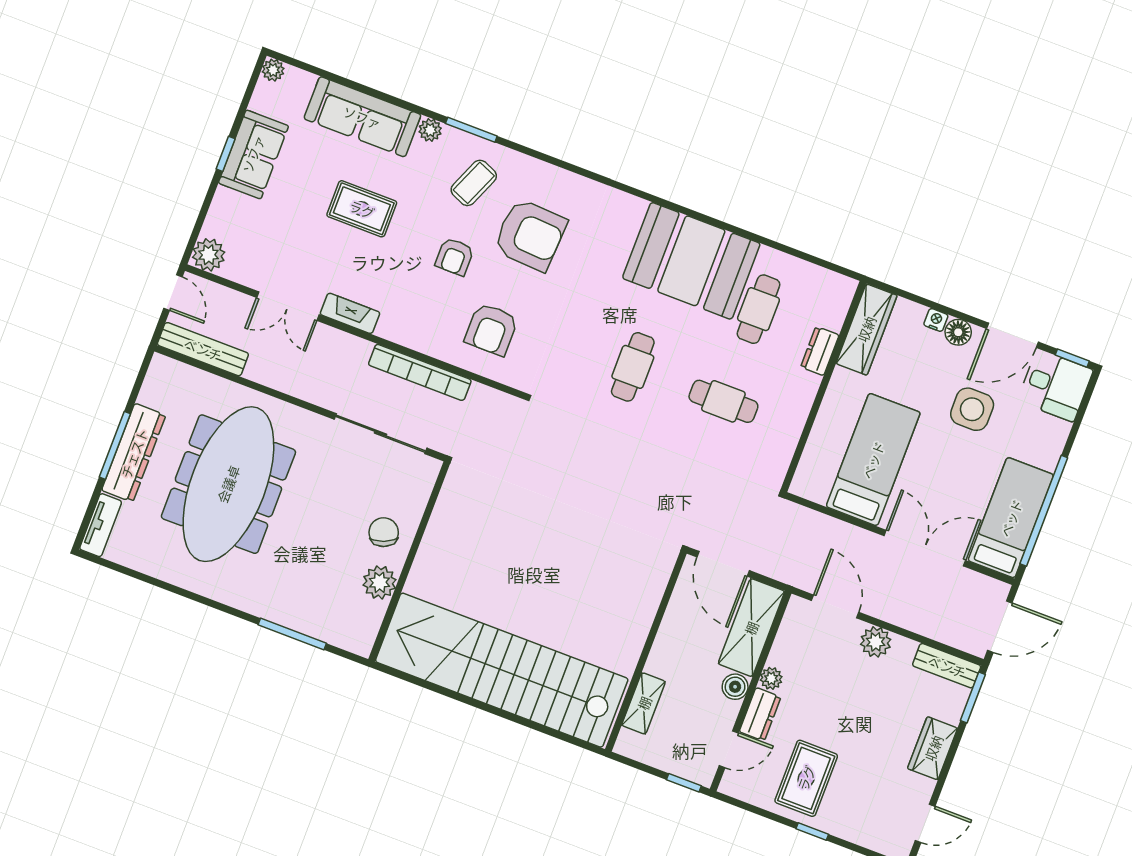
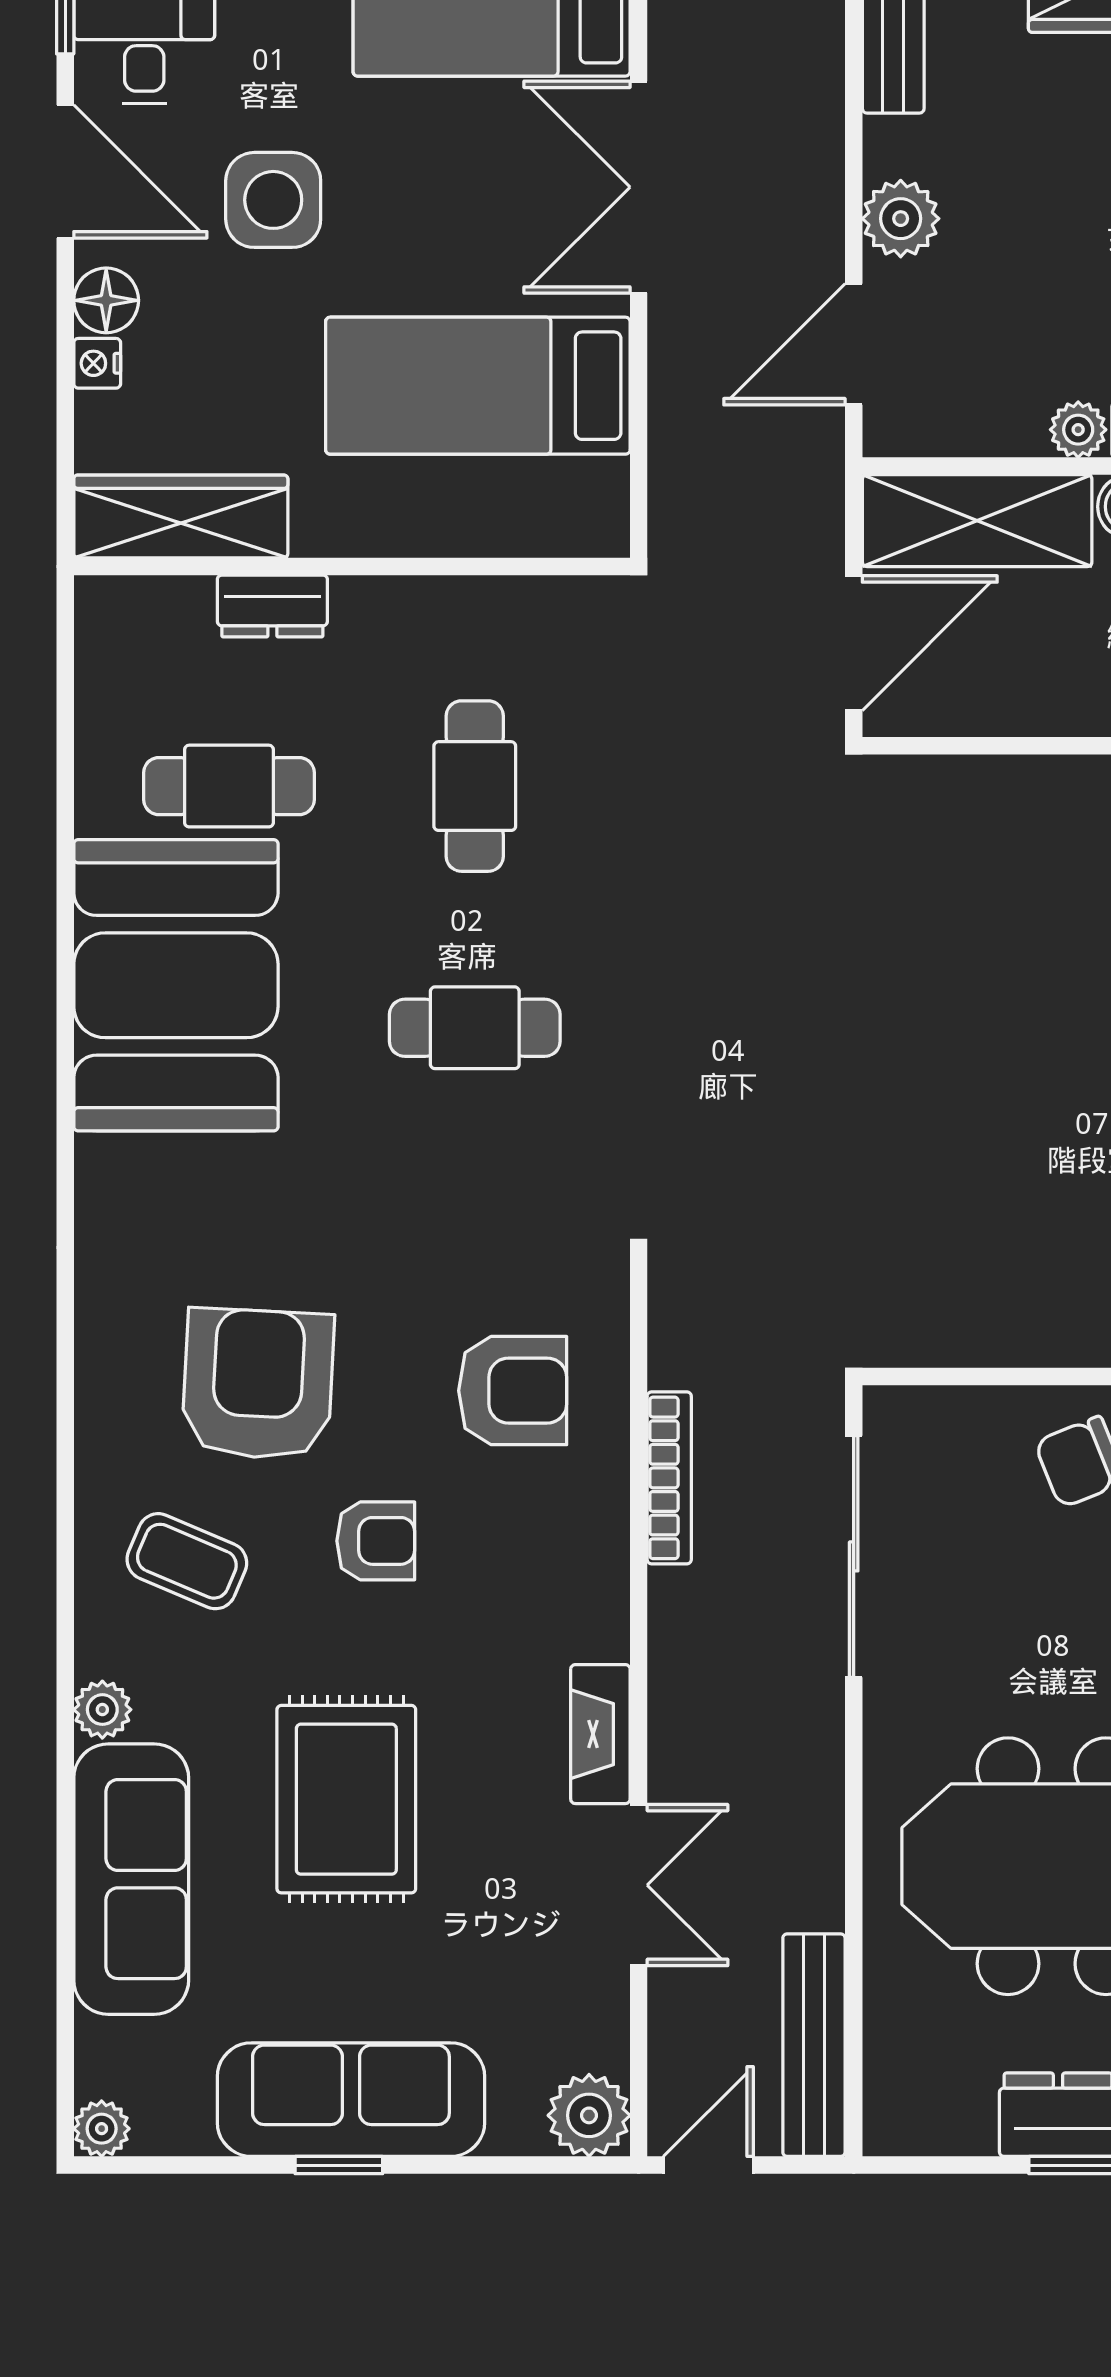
window: (471, 130) -> (65, 1614), removed
sofa: (253, 154) -> (351, 2100), width x1.36
rug: (362, 209) -> (346, 1799), width x1.36, depth x1.43
bookcase: (420, 372) -> (669, 1478), width x0.68, depth x0.76

